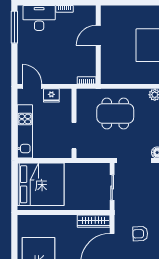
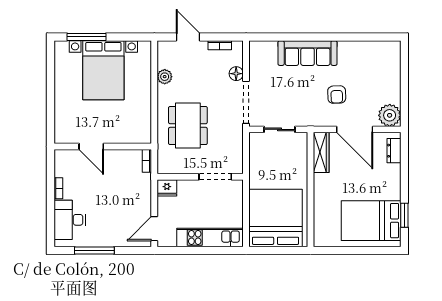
window: (14, 27) -> (94, 250), moved
fridge: (51, 95) -> (167, 188), moved, turned 90

